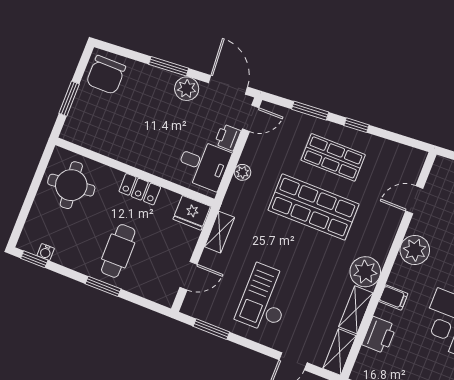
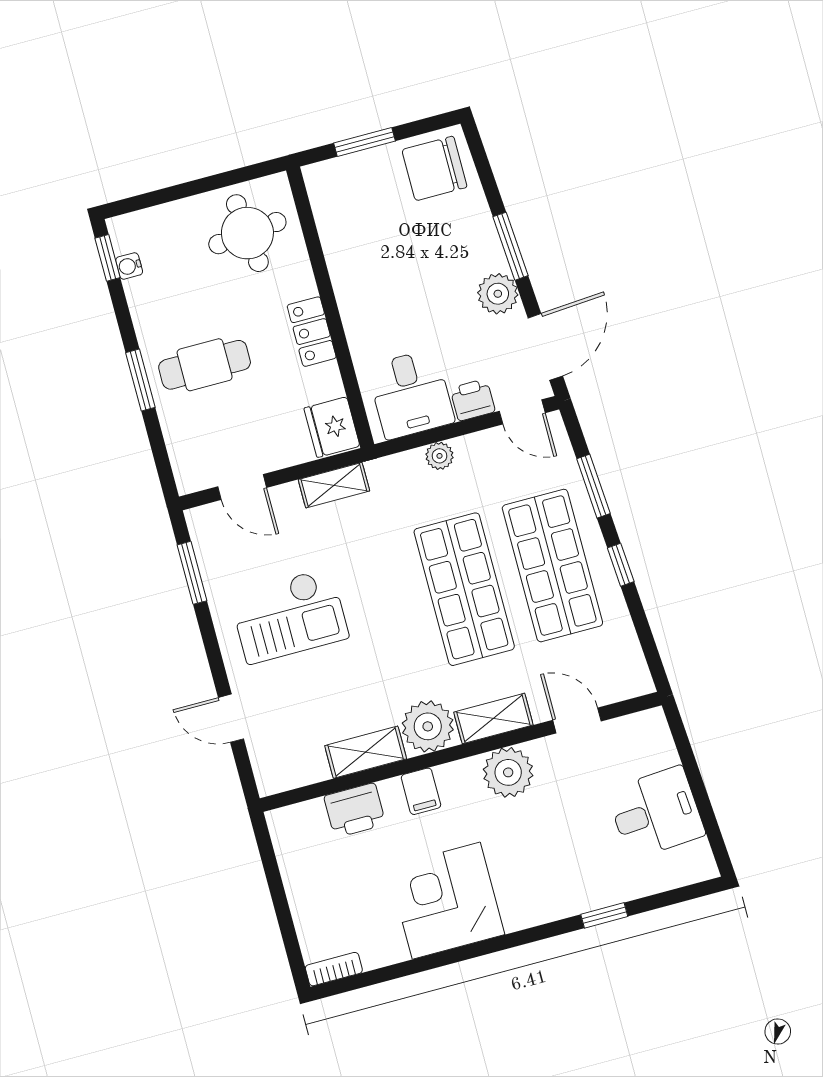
shop shelf: (333, 157) -> (552, 566), width x1.43, depth x1.36
checkout: (265, 298) -> (289, 616), turned 180
shelving: (340, 352) -> (493, 719), moved

